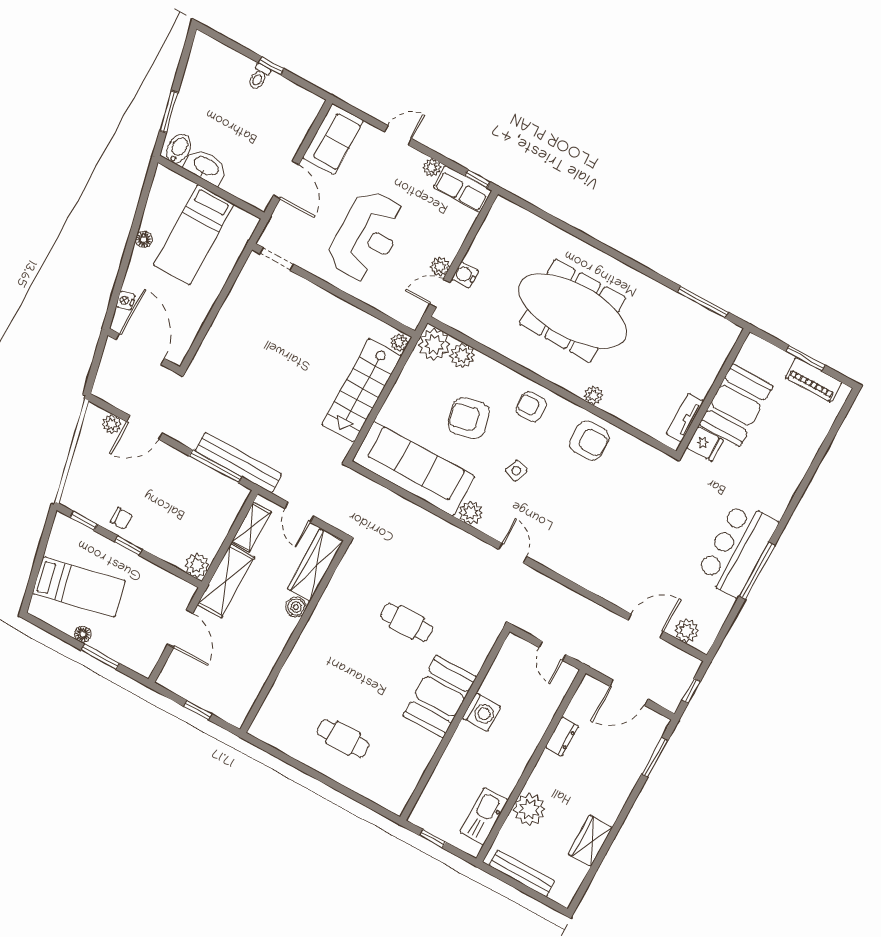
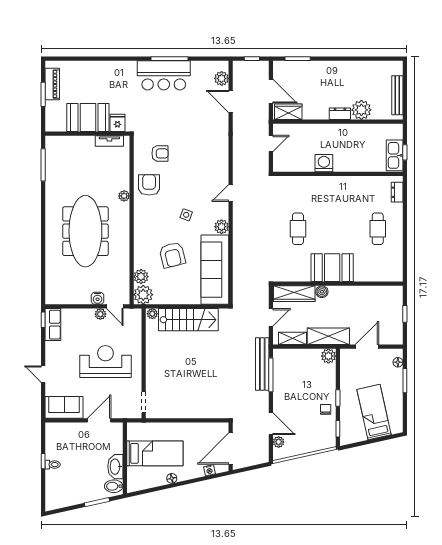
plant: (432, 167) -> (50, 347), removed
armchair: (531, 407) -> (160, 153), moved, turned -90
floor lamp: (83, 634) -> (398, 362), moved
booth: (440, 696) -> (332, 268), moved
dresser: (562, 737) -> (340, 114), moved
dresser: (381, 796) -> (397, 192), added
kitchen sink: (484, 816) -> (395, 155), moved, turned 90
wardrobe: (590, 841) -> (288, 112), moved, turned 180

